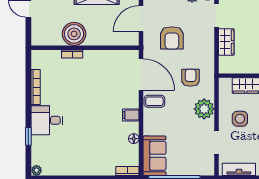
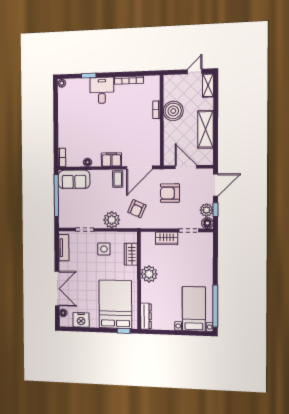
armchair: (191, 78) -> (137, 209), turned 114
filing cabinet: (131, 115) -> (111, 159), width x2.00

